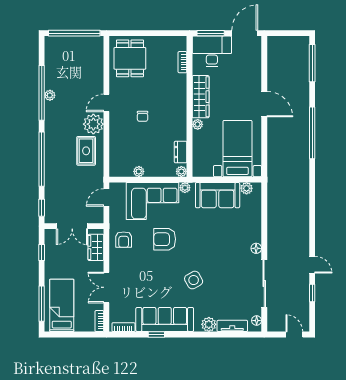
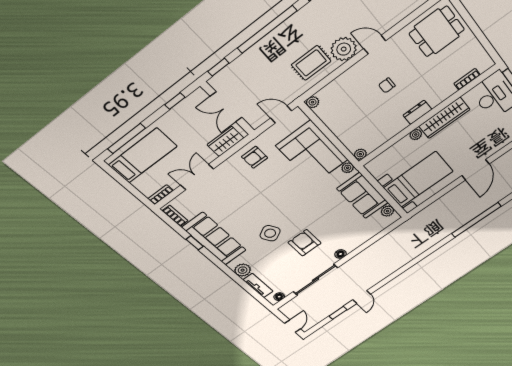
dresser: (181, 152) -> (417, 112), moved
plant: (139, 171) -> (313, 102), moved
armchair: (165, 239) -> (305, 243), moved

